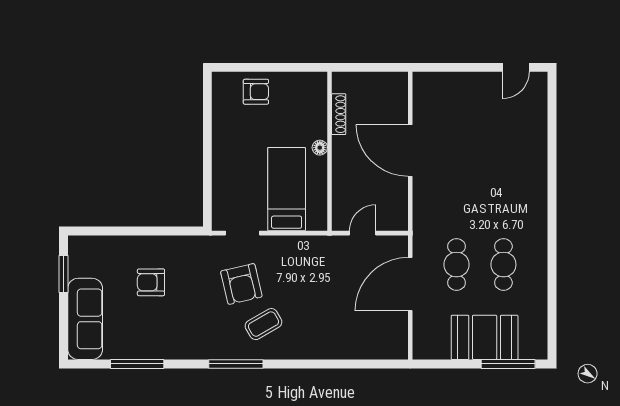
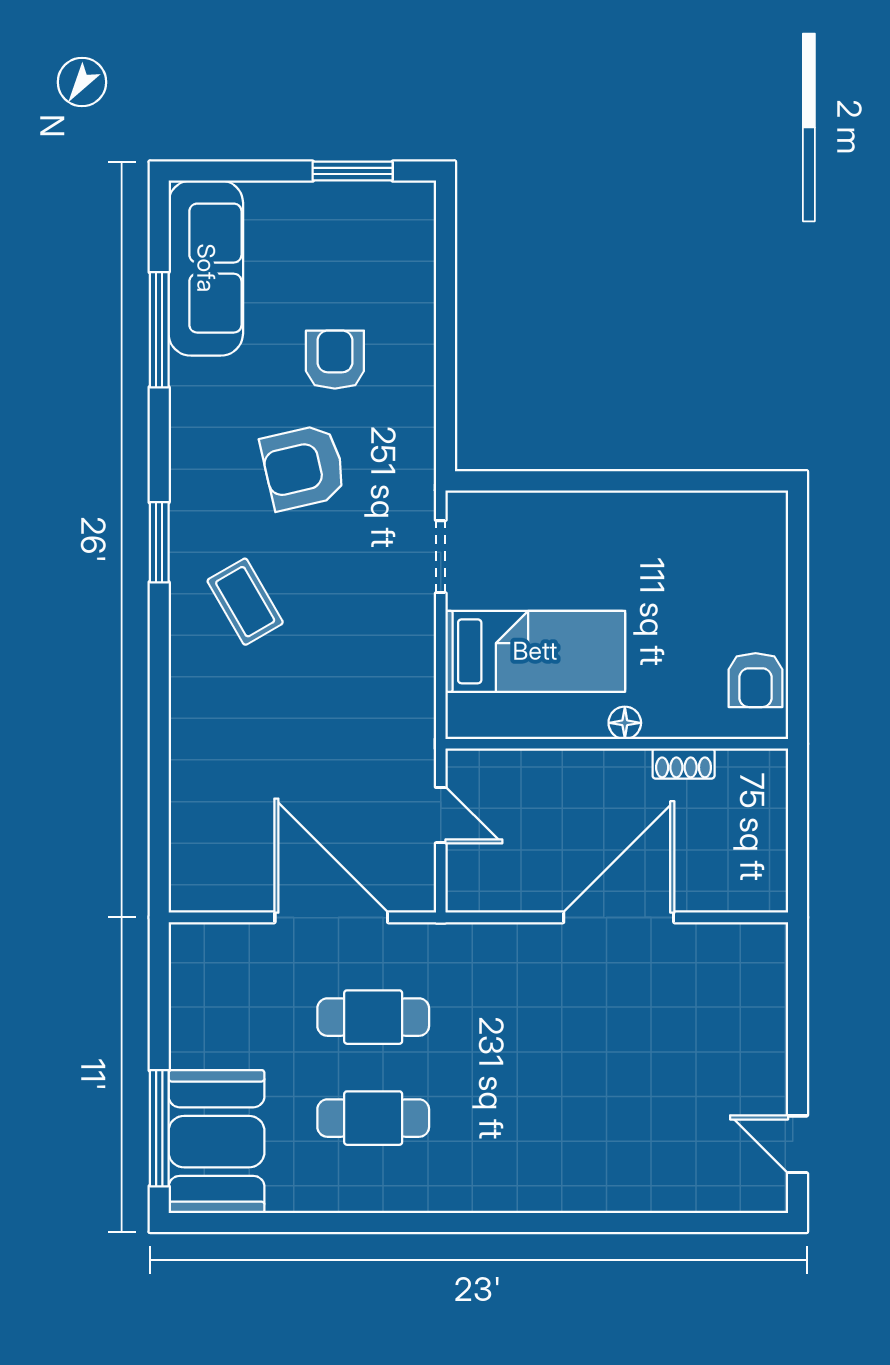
armchair: (256, 92) -> (756, 680), moved
shoe rack: (339, 114) -> (684, 763), width x0.70
armchair: (241, 284) -> (303, 467), moved
sofa: (85, 319) -> (206, 268), moved, turned -90
booth: (485, 337) -> (217, 1142), moved
window: (236, 364) -> (159, 542), width x0.69

